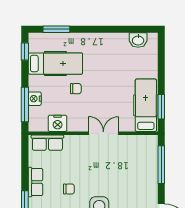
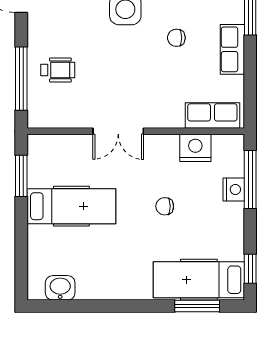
hospital bed: (55, 64) -> (199, 280), moved
hospital bed: (146, 105) -> (71, 206), moved, turned -90
wheelchair: (139, 170) -> (58, 70), added

